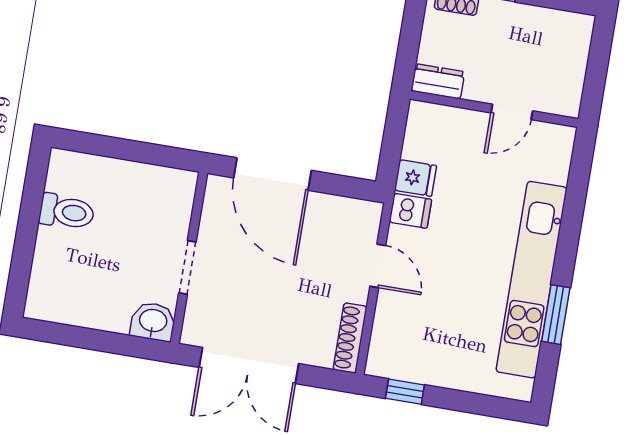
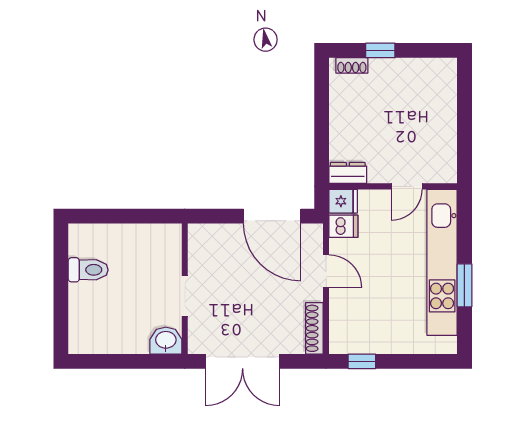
dresser: (438, 81) -> (348, 173), moved
wall: (494, 109) -> (393, 186), moved
door: (512, 112) -> (407, 186), moved
door: (273, 174) -> (272, 216), moved

